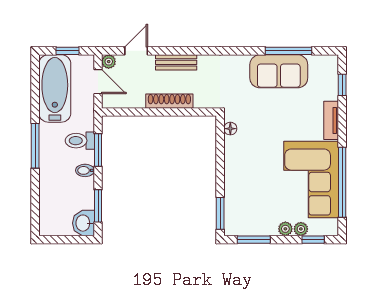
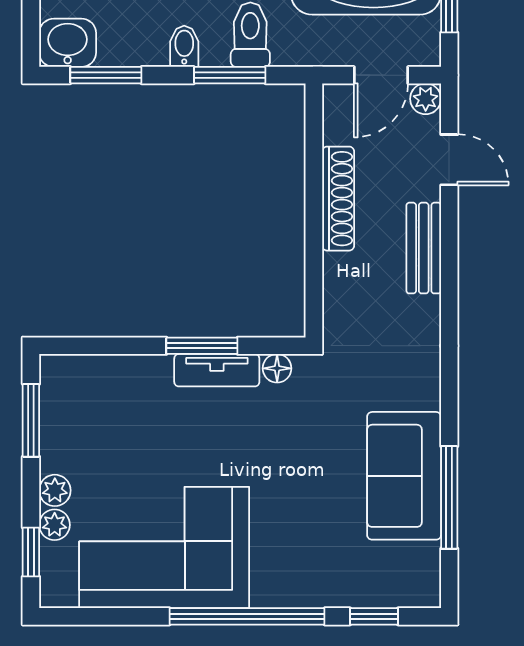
shoe rack: (169, 101) -> (338, 199), moved
tv unit: (331, 120) -> (217, 370), moved, turned 180
window: (342, 182) -> (247, 616), moved
window: (220, 213) -> (202, 346), moved

